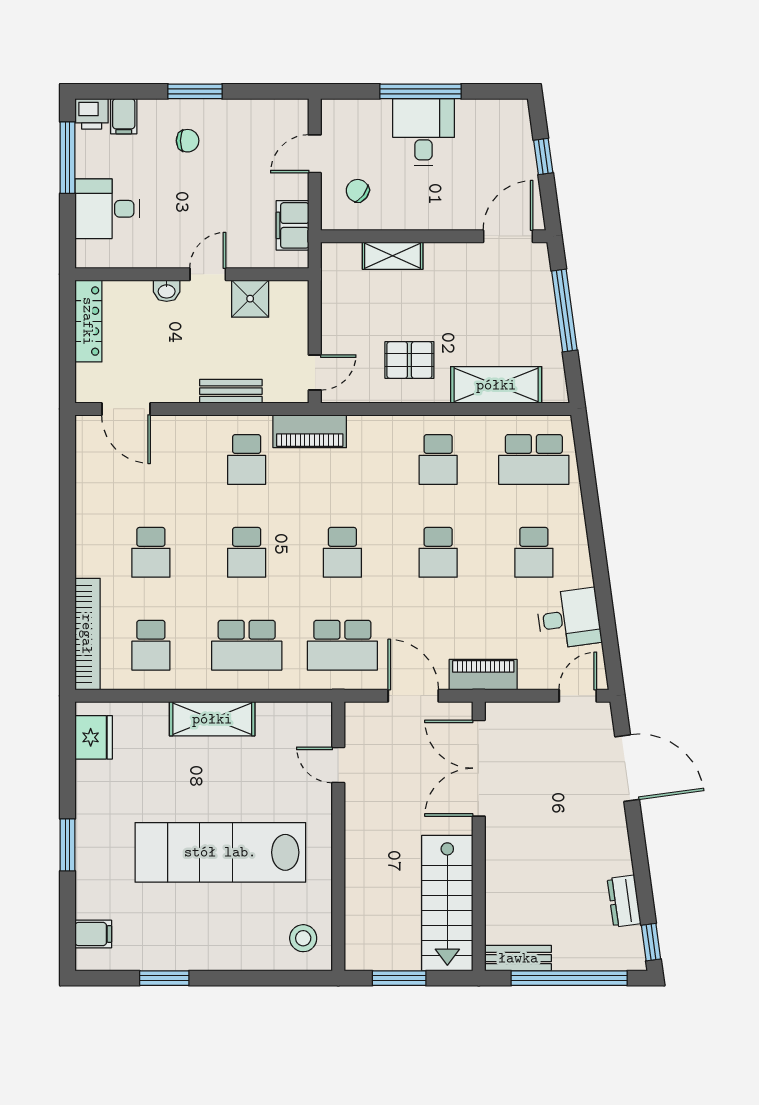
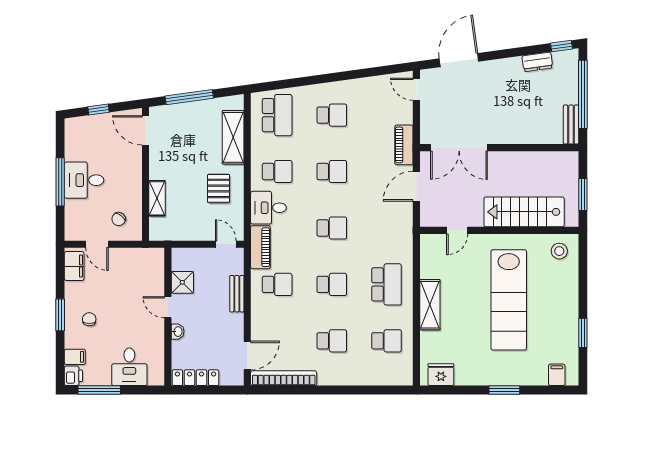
filing cabinet: (293, 225) -> (74, 266), moved, turned -90
desk: (569, 619) -> (268, 208), moved, turned -82
bookcase: (87, 634) -> (284, 378), moved
school desk: (342, 645) -> (387, 228), removed
stairs: (447, 903) -> (524, 212), moved, turned 180

